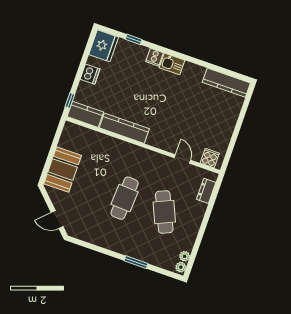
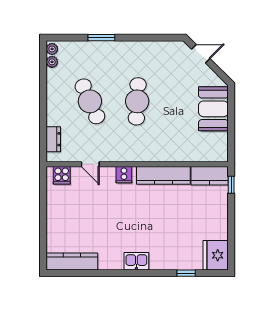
cooker: (154, 57) -> (124, 175), moved, turned 180
dishwasher: (90, 74) -> (220, 220), removed

